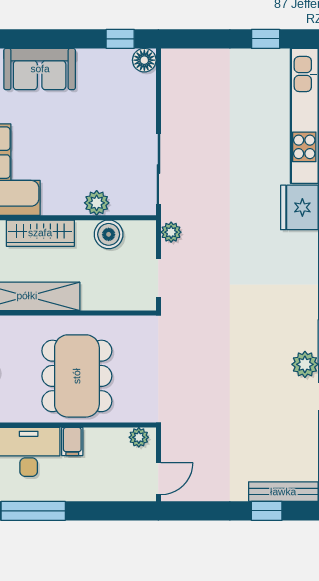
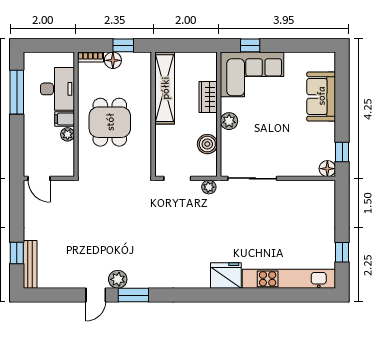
plant: (97, 203) -> (229, 121), moved
wardrobe: (40, 233) -> (208, 97), width x0.67
dining table: (77, 376) -> (110, 122), width x0.73
plant: (139, 437) -> (68, 134), moved

